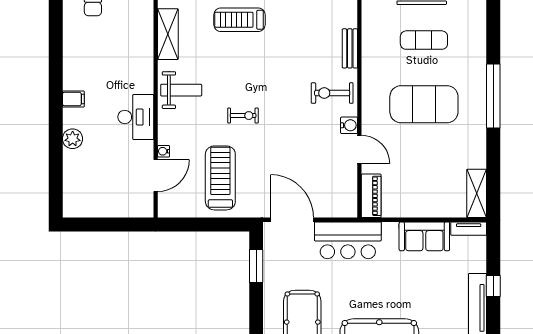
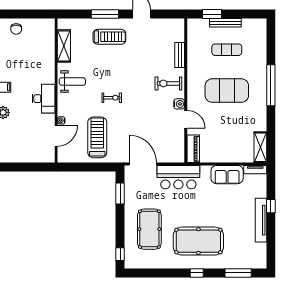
treadmill: (240, 20) -> (109, 37), turned 180

